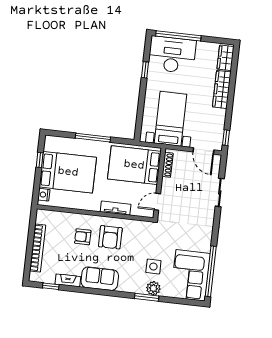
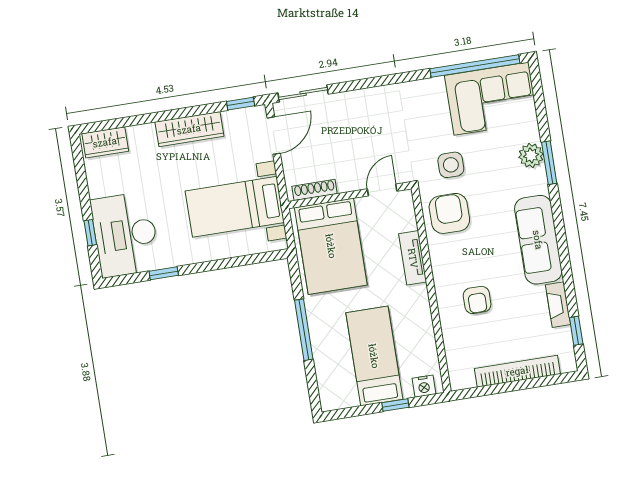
window: (178, 36) -> (90, 233), width x0.32
wardrobe: (222, 89) -> (189, 129), moved
window: (40, 160) -> (395, 405), moved
bed: (68, 172) -> (374, 356), width x0.67
sliding door: (220, 192) -> (303, 94), moved
door: (157, 202) -> (382, 190), swing flipped
armchair: (110, 237) -> (449, 213), moved, turned -90
side table: (153, 267) -> (451, 165), moved
sofa: (100, 279) -> (538, 240), width x1.36

